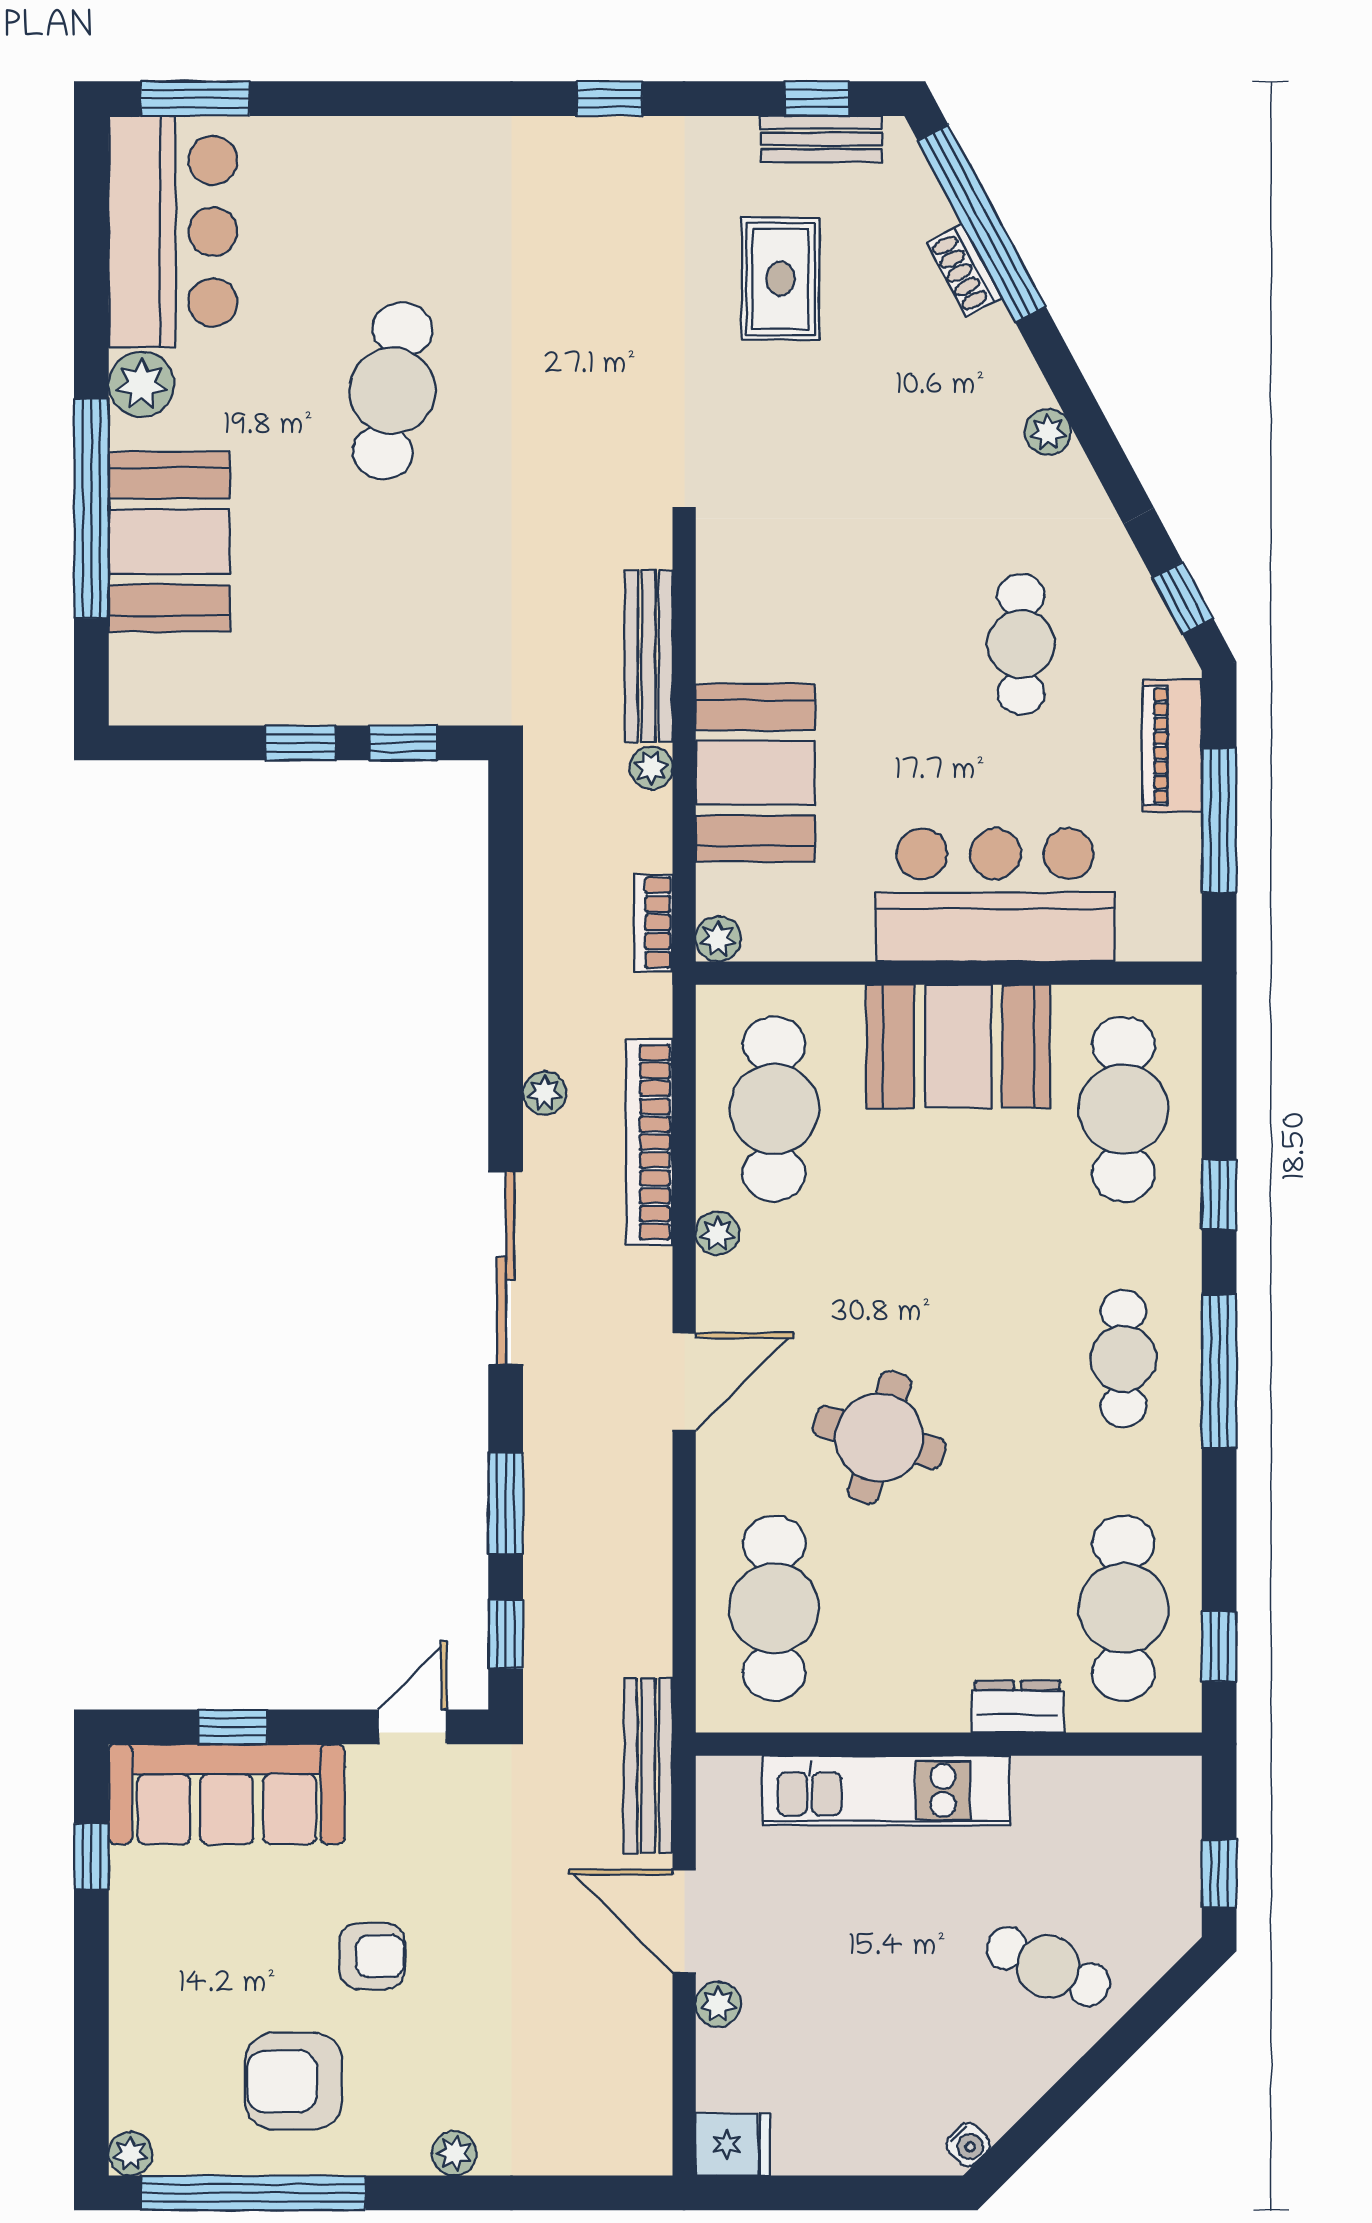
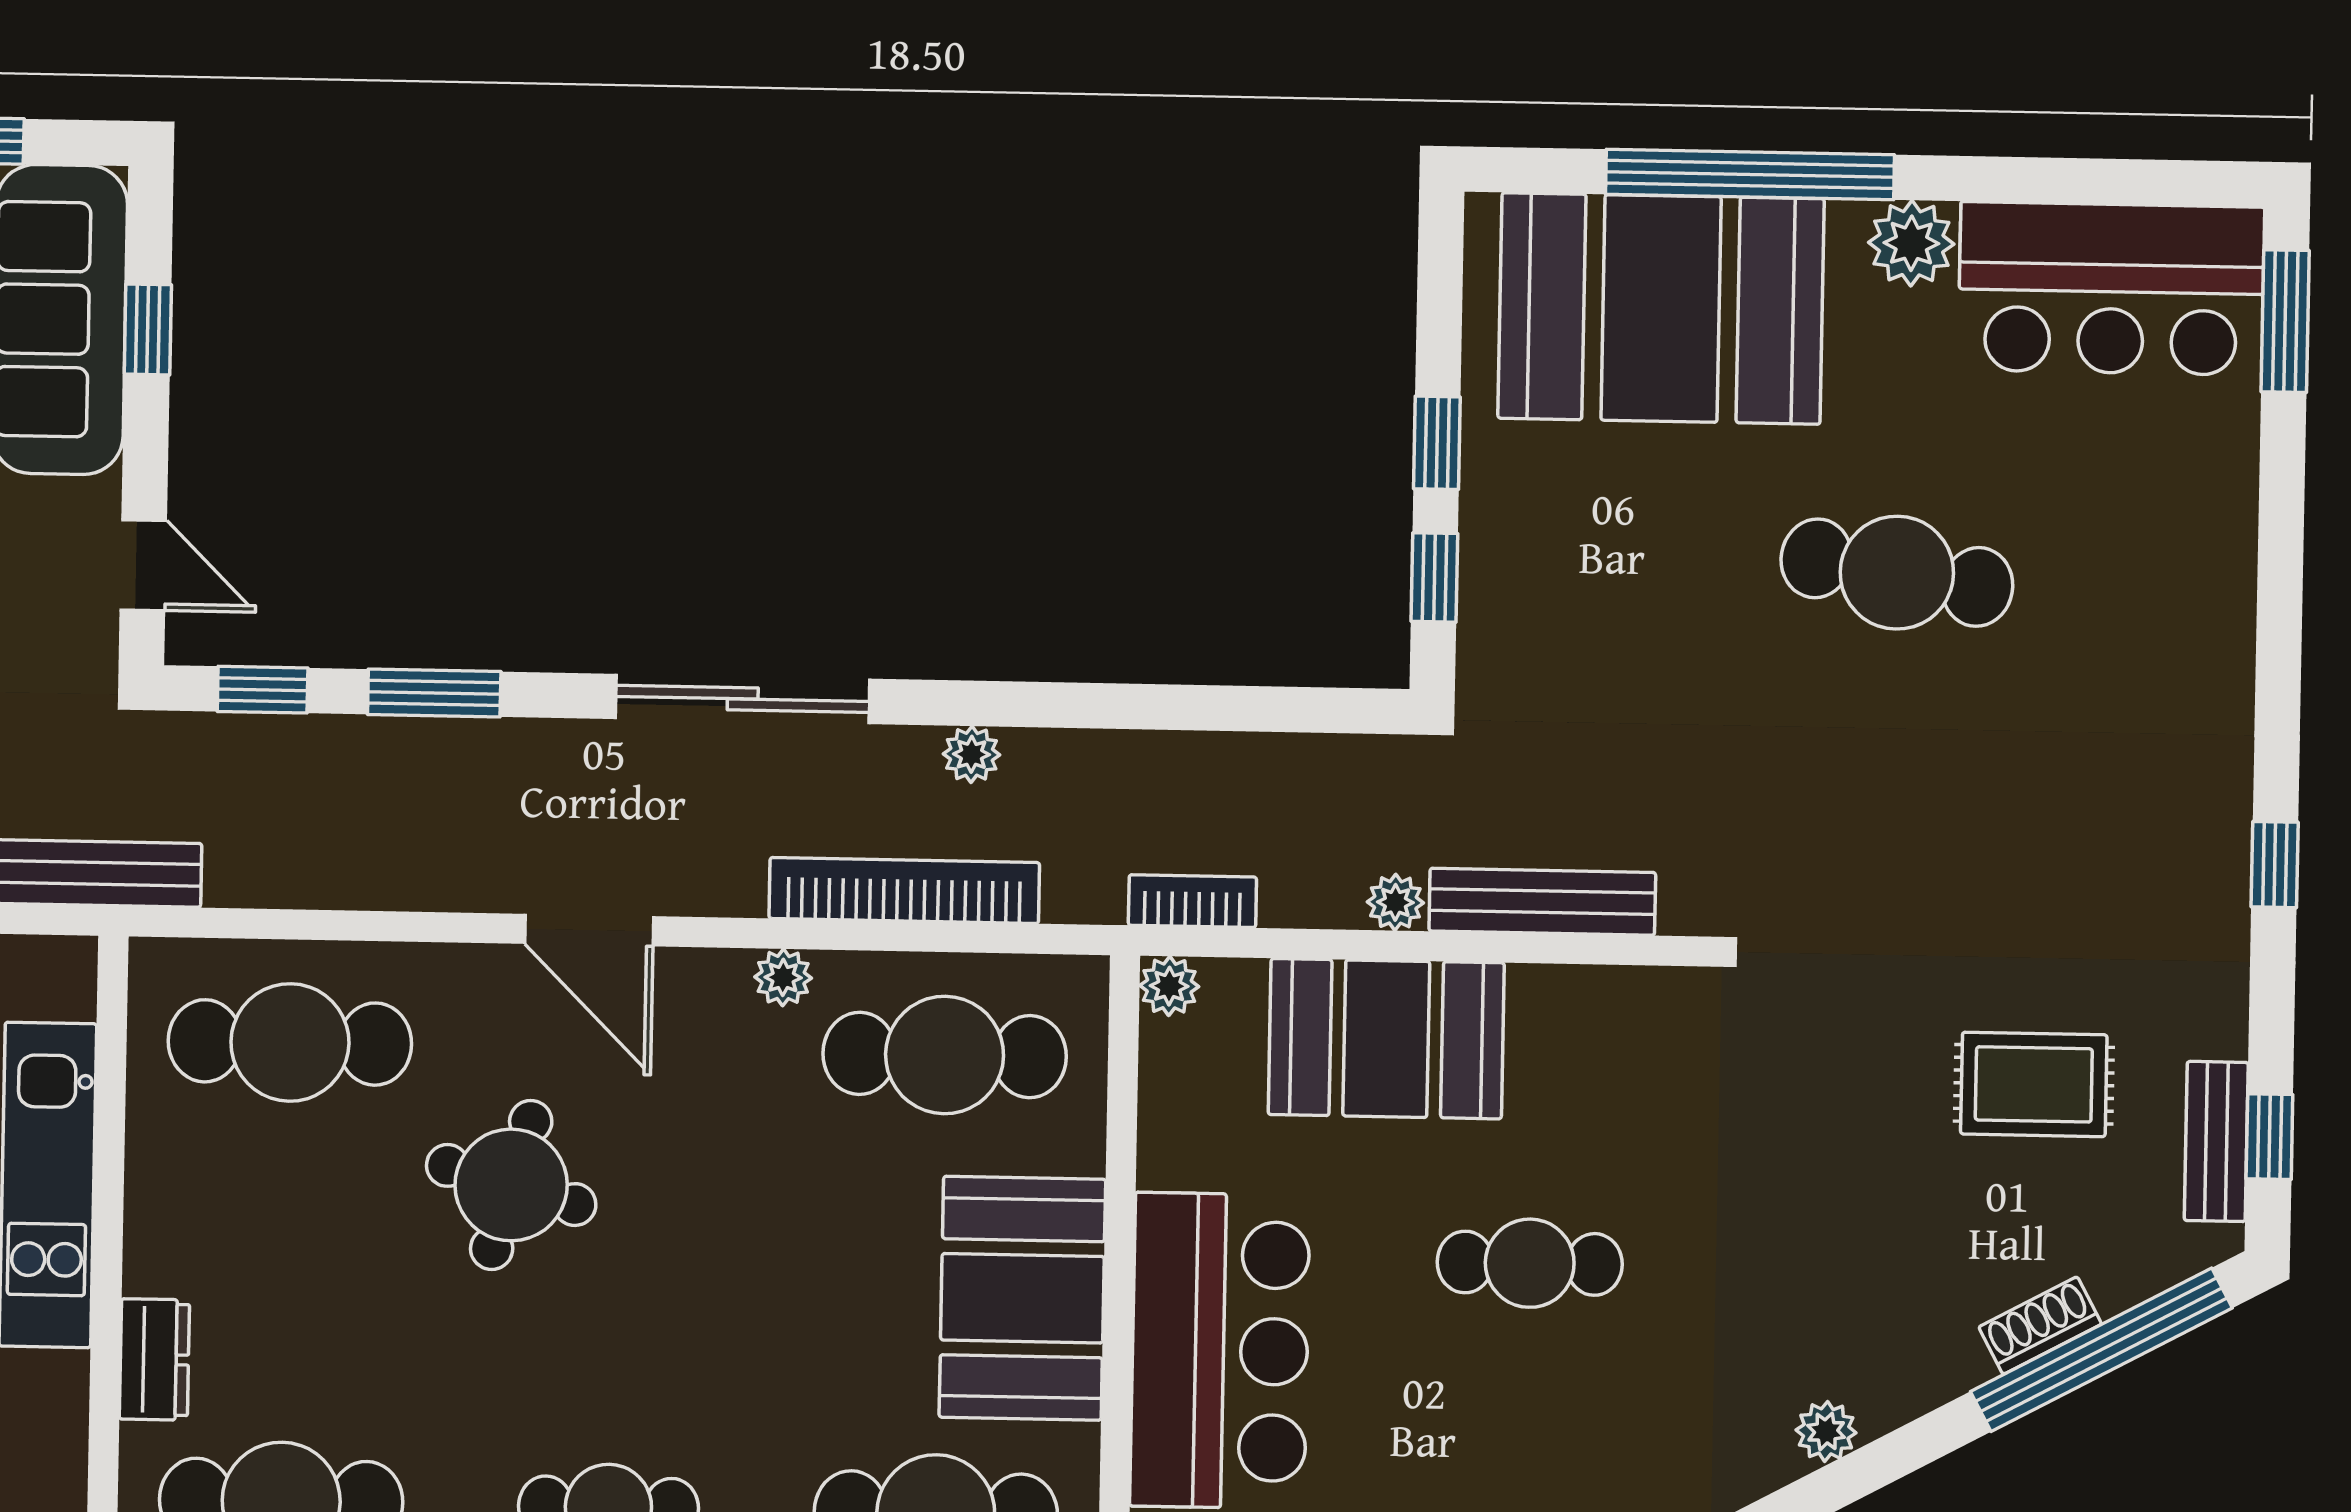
booth: (169, 542) -> (1661, 308), width x1.36, depth x1.42
cafe table: (1021, 644) -> (1530, 1263), moved

